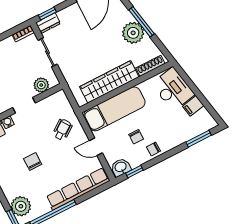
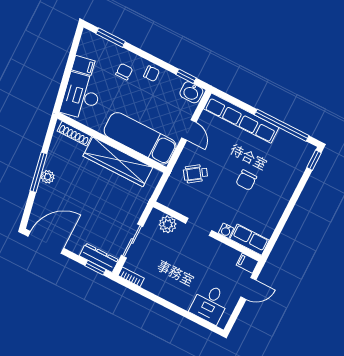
dresser: (48, 23) -> (99, 258), width x1.44
plant: (133, 33) -> (48, 177), width x0.53, depth x0.53
chair: (136, 137) -> (124, 72), moved
plant: (21, 206) -> (297, 161), removed

